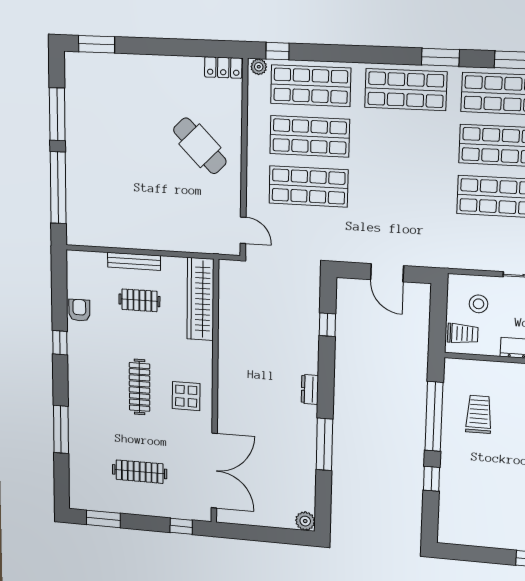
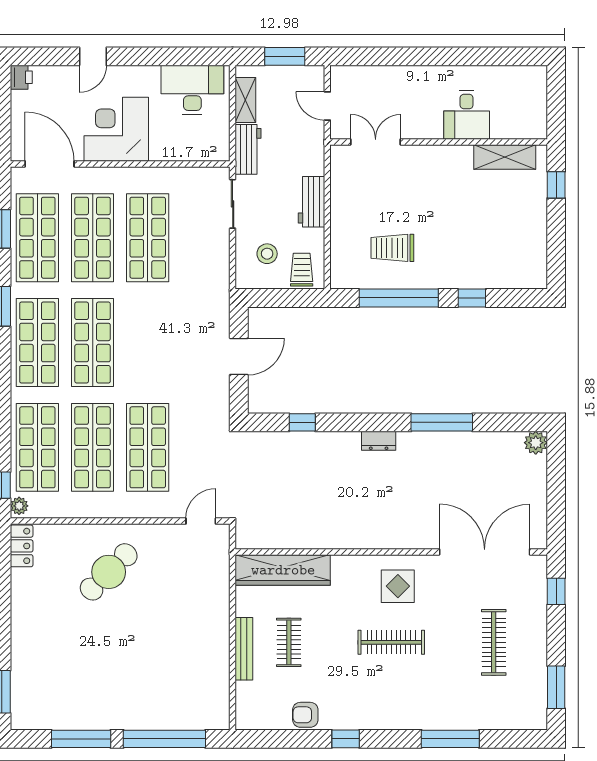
shop shelf: (404, 141) -> (93, 343), added

